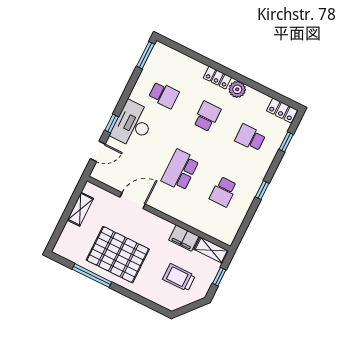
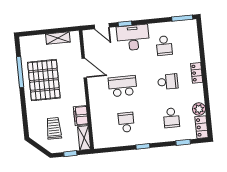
plant: (237, 89) -> (199, 109), moved
school desk: (250, 138) -> (171, 118), turned 180
school desk: (223, 192) -> (126, 122), turned 90

